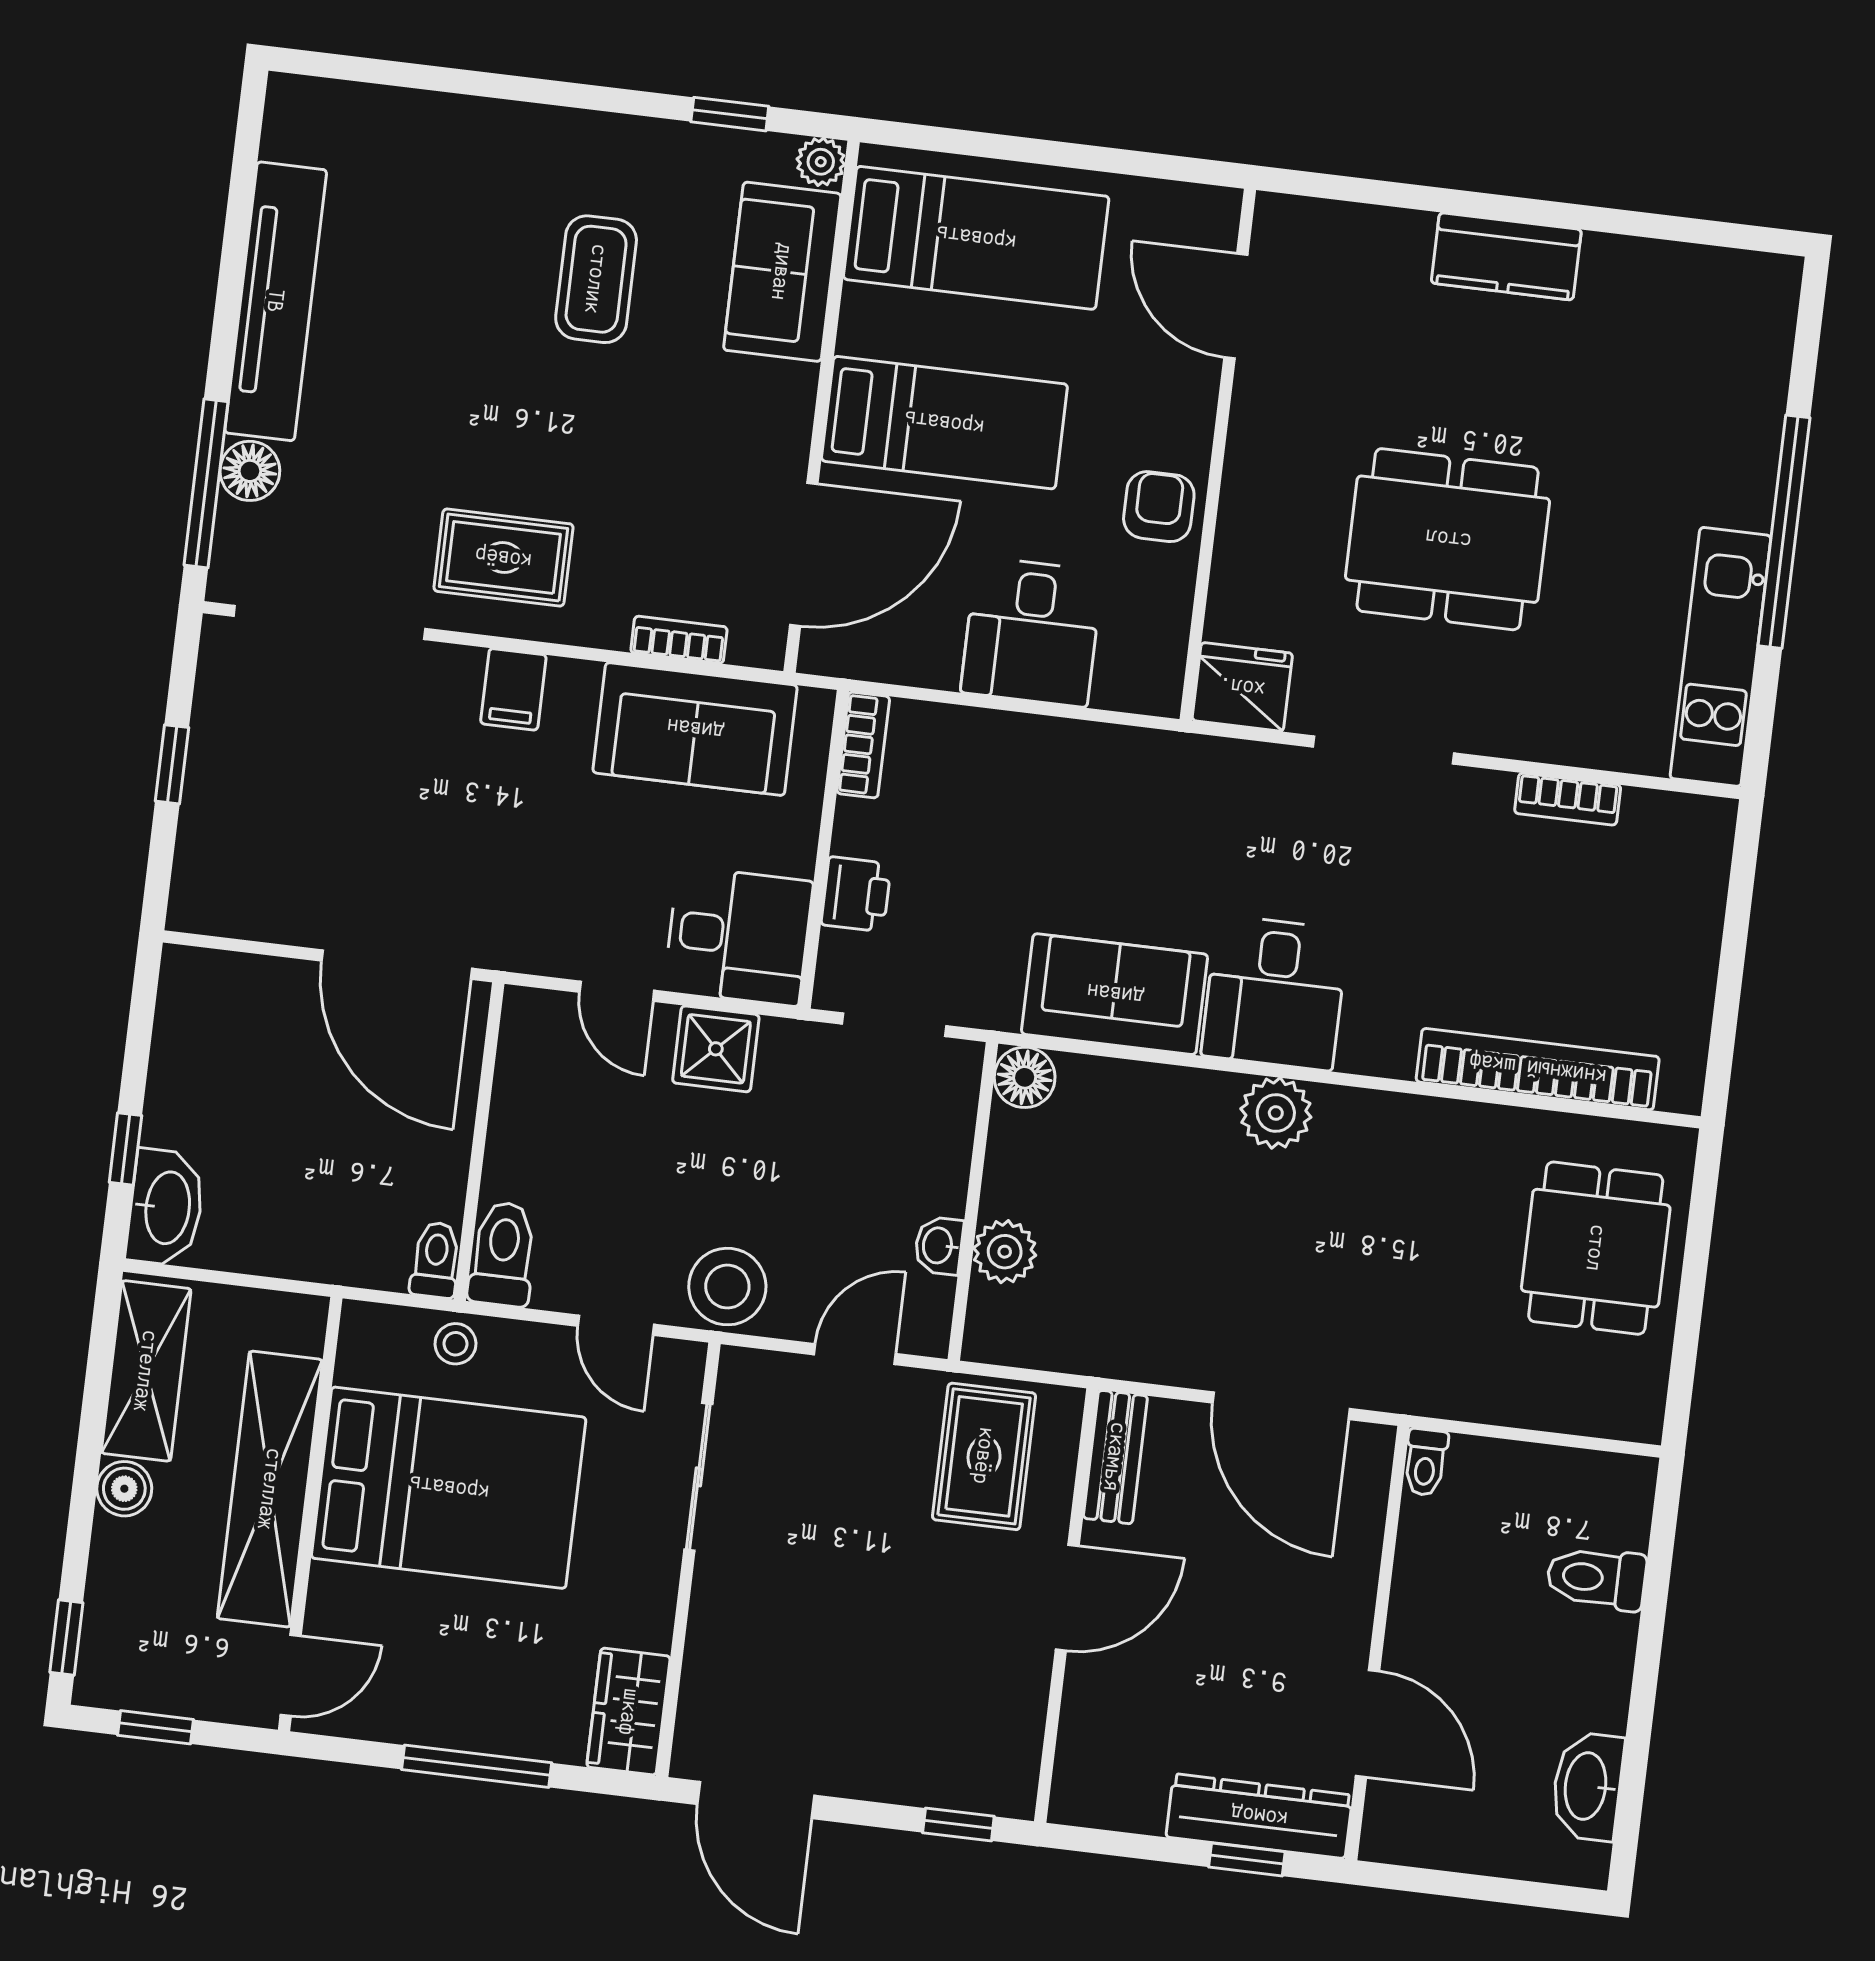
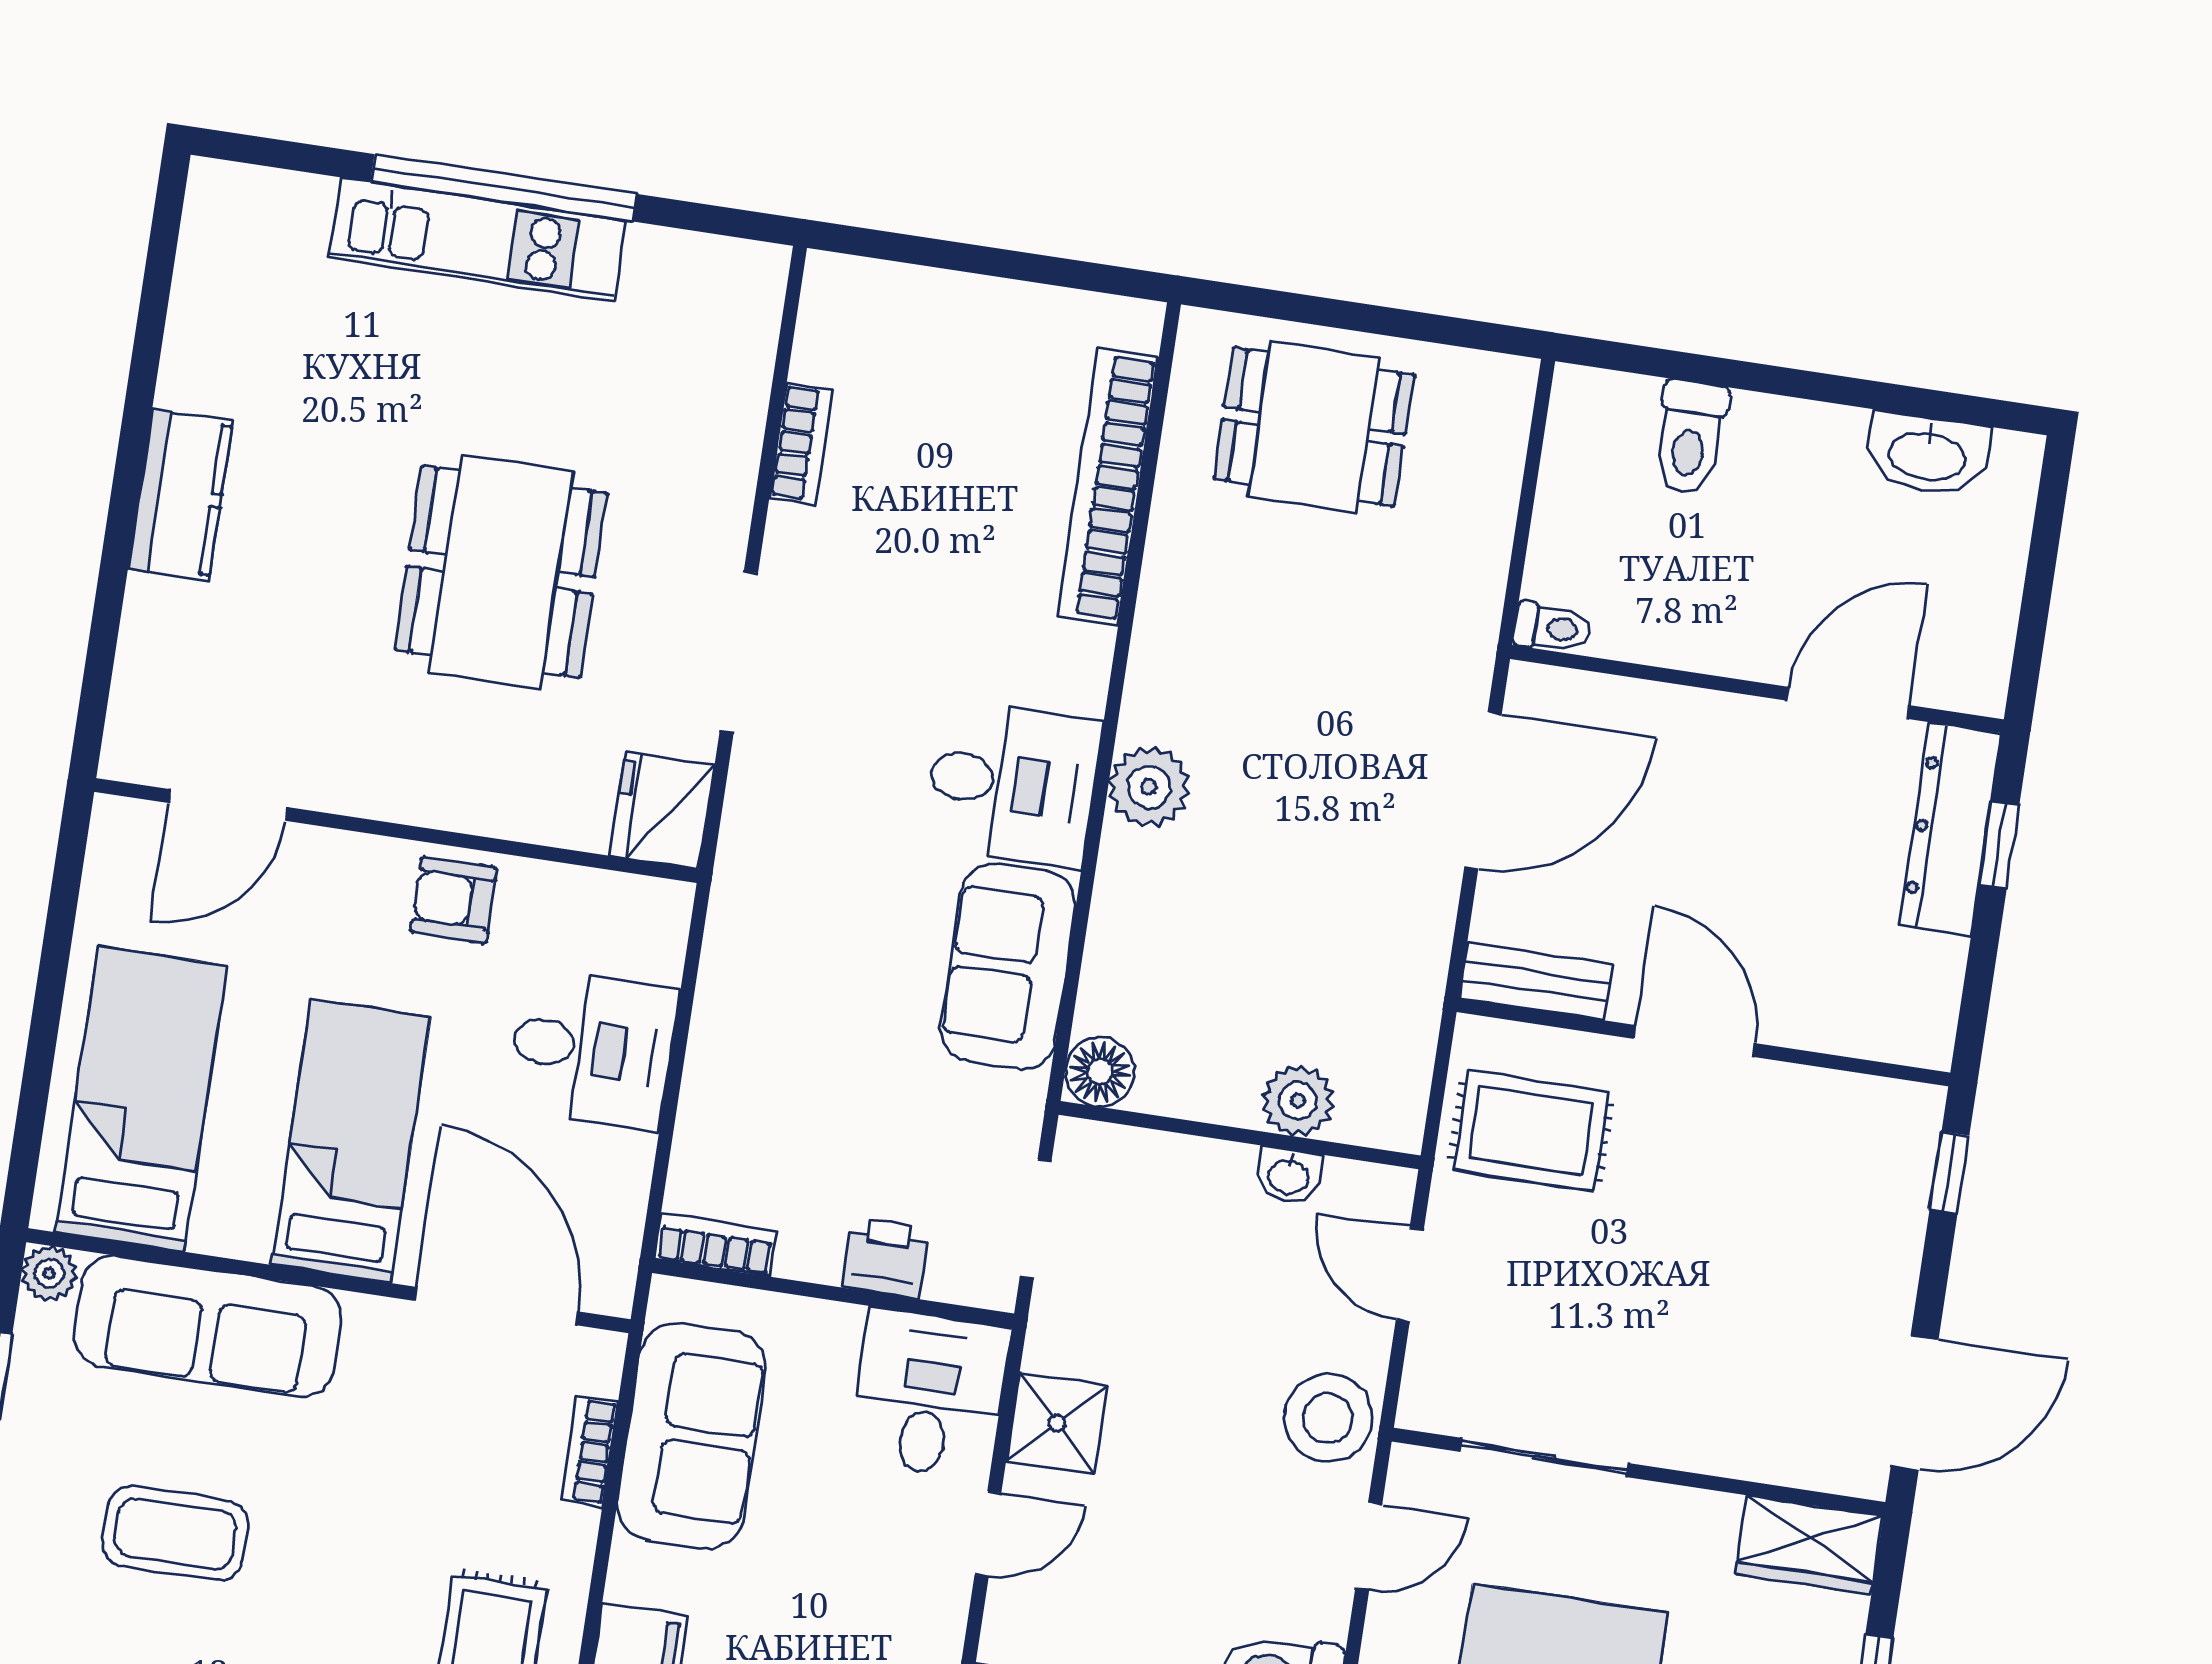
sofa: (782, 272) -> (208, 1326), width x1.36
kitchen unit: (1720, 657) -> (477, 239), moved

